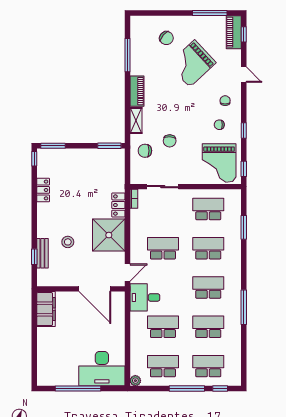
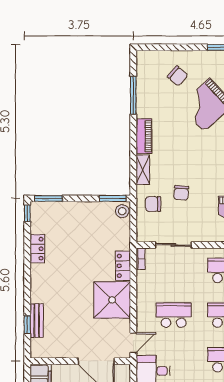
stool: (68, 242) -> (122, 211), moved

